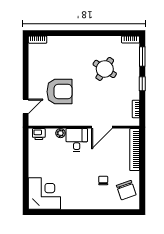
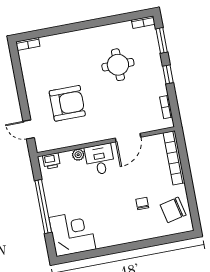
round table: (105, 69) -> (118, 65), turned -33
door: (26, 106) -> (29, 130), swing flipped
window: (26, 168) -> (43, 206), added
chair: (126, 190) -> (173, 210), turned 96

